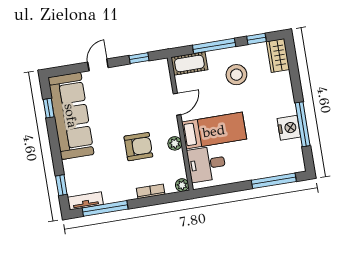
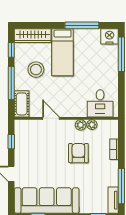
wardrobe: (278, 56) -> (33, 36), width x1.50
nightstand: (289, 128) -> (110, 36), moved
bed: (214, 131) -> (63, 52), moved, turned 180
plant: (182, 185) -> (92, 125), moved

